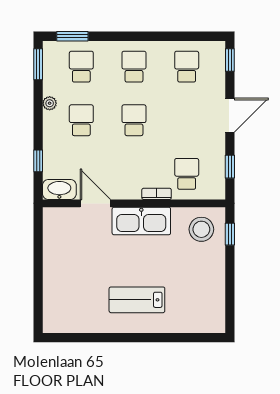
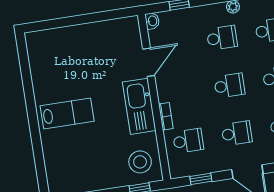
school desk: (187, 120) -> (237, 133), added
washbasin: (59, 189) -> (152, 21), width x0.52, depth x0.69
lab bench: (137, 300) -> (67, 113), turned 90

